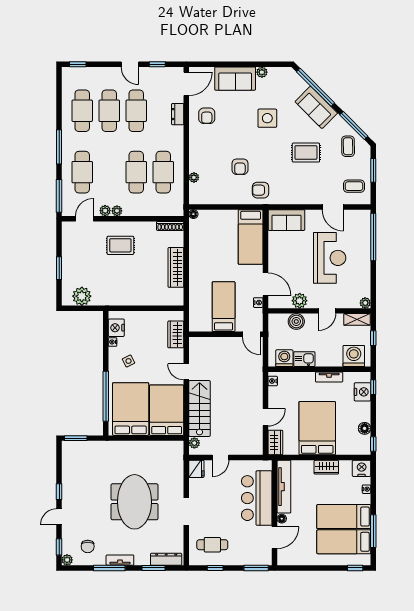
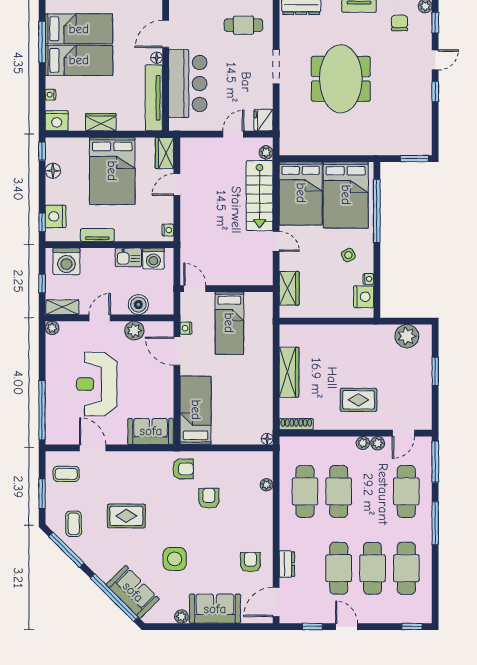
sofa: (316, 107) -> (133, 592), moved

